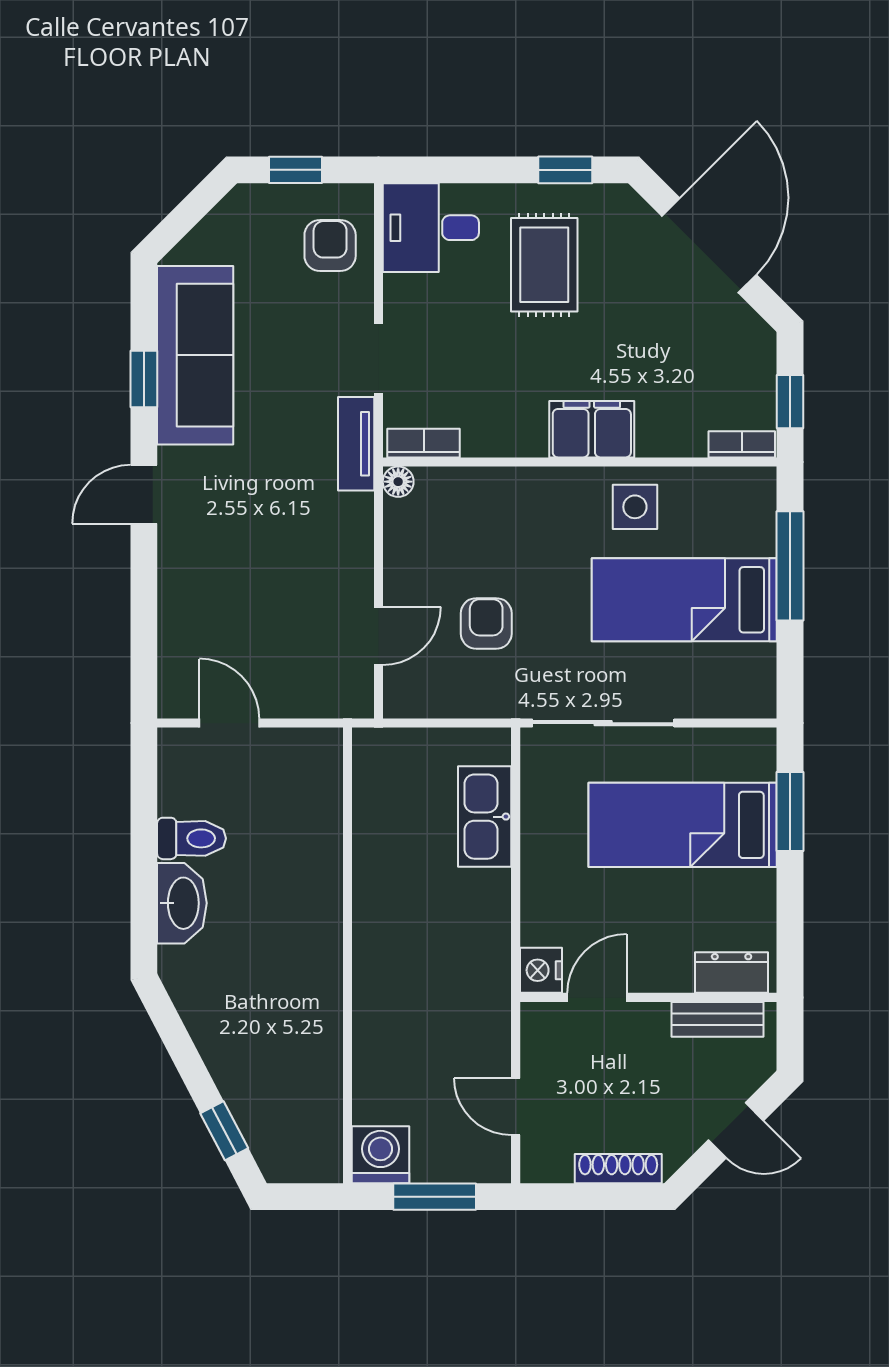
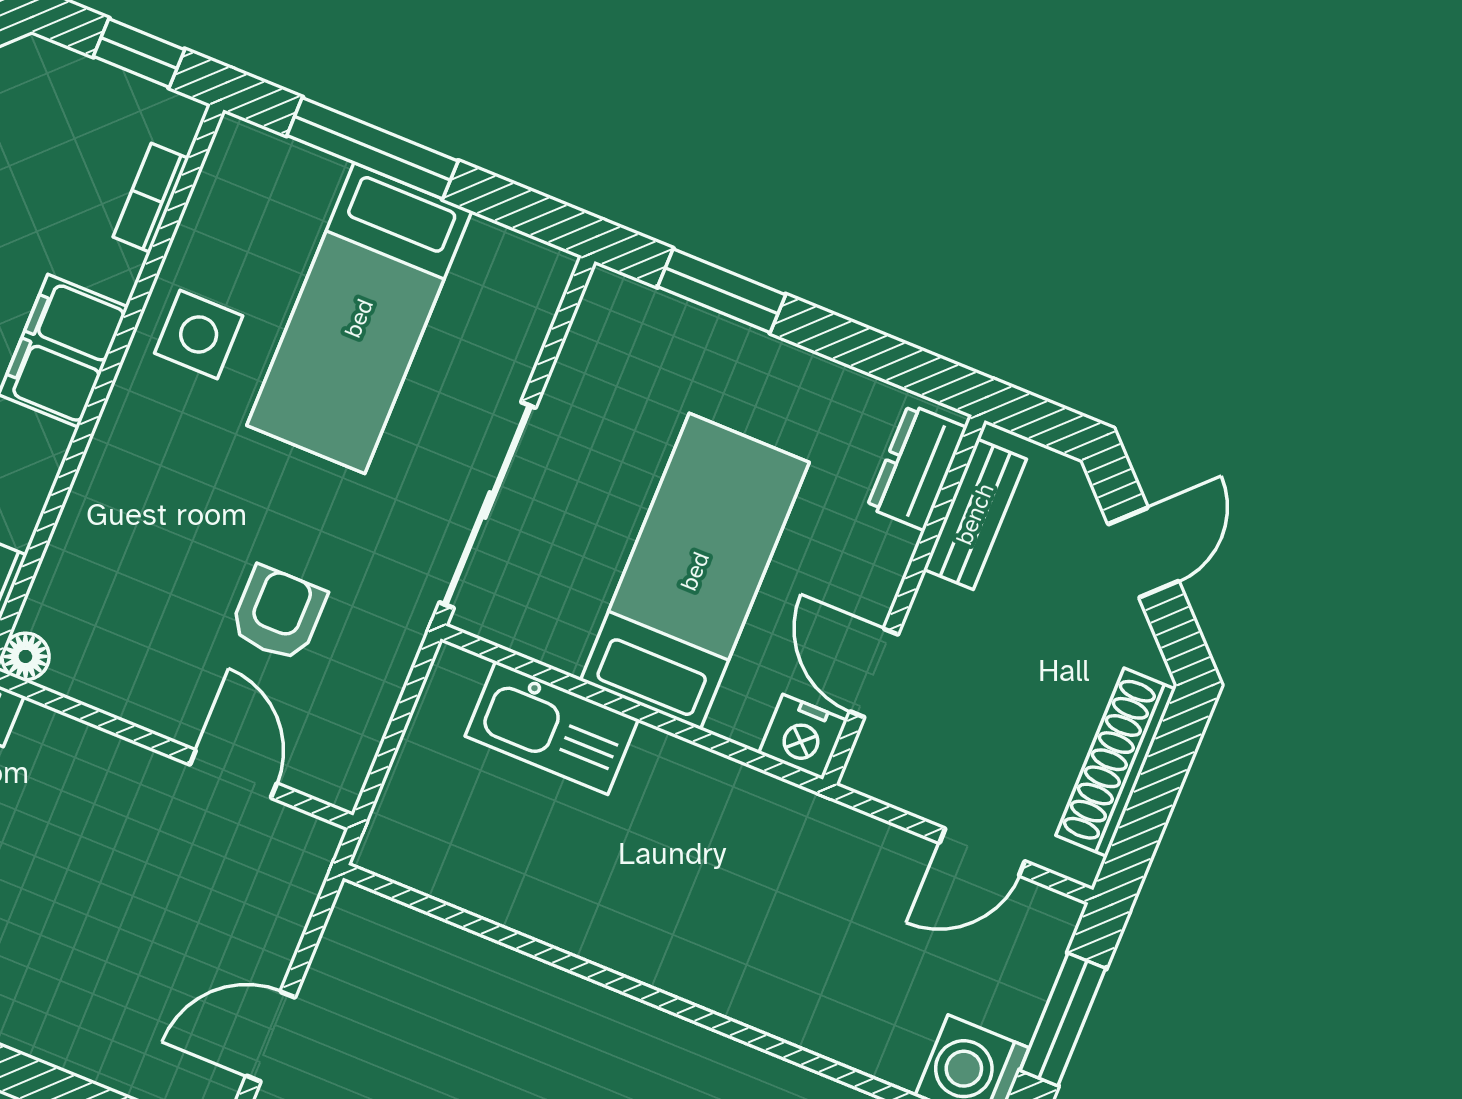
bookcase: (742, 444) -> (151, 198), moved
armchair: (486, 623) -> (278, 614), turned 90
bed: (683, 825) -> (695, 571), moved, turned 180
shoe rack: (618, 1169) -> (1116, 762), width x1.36, depth x1.24

